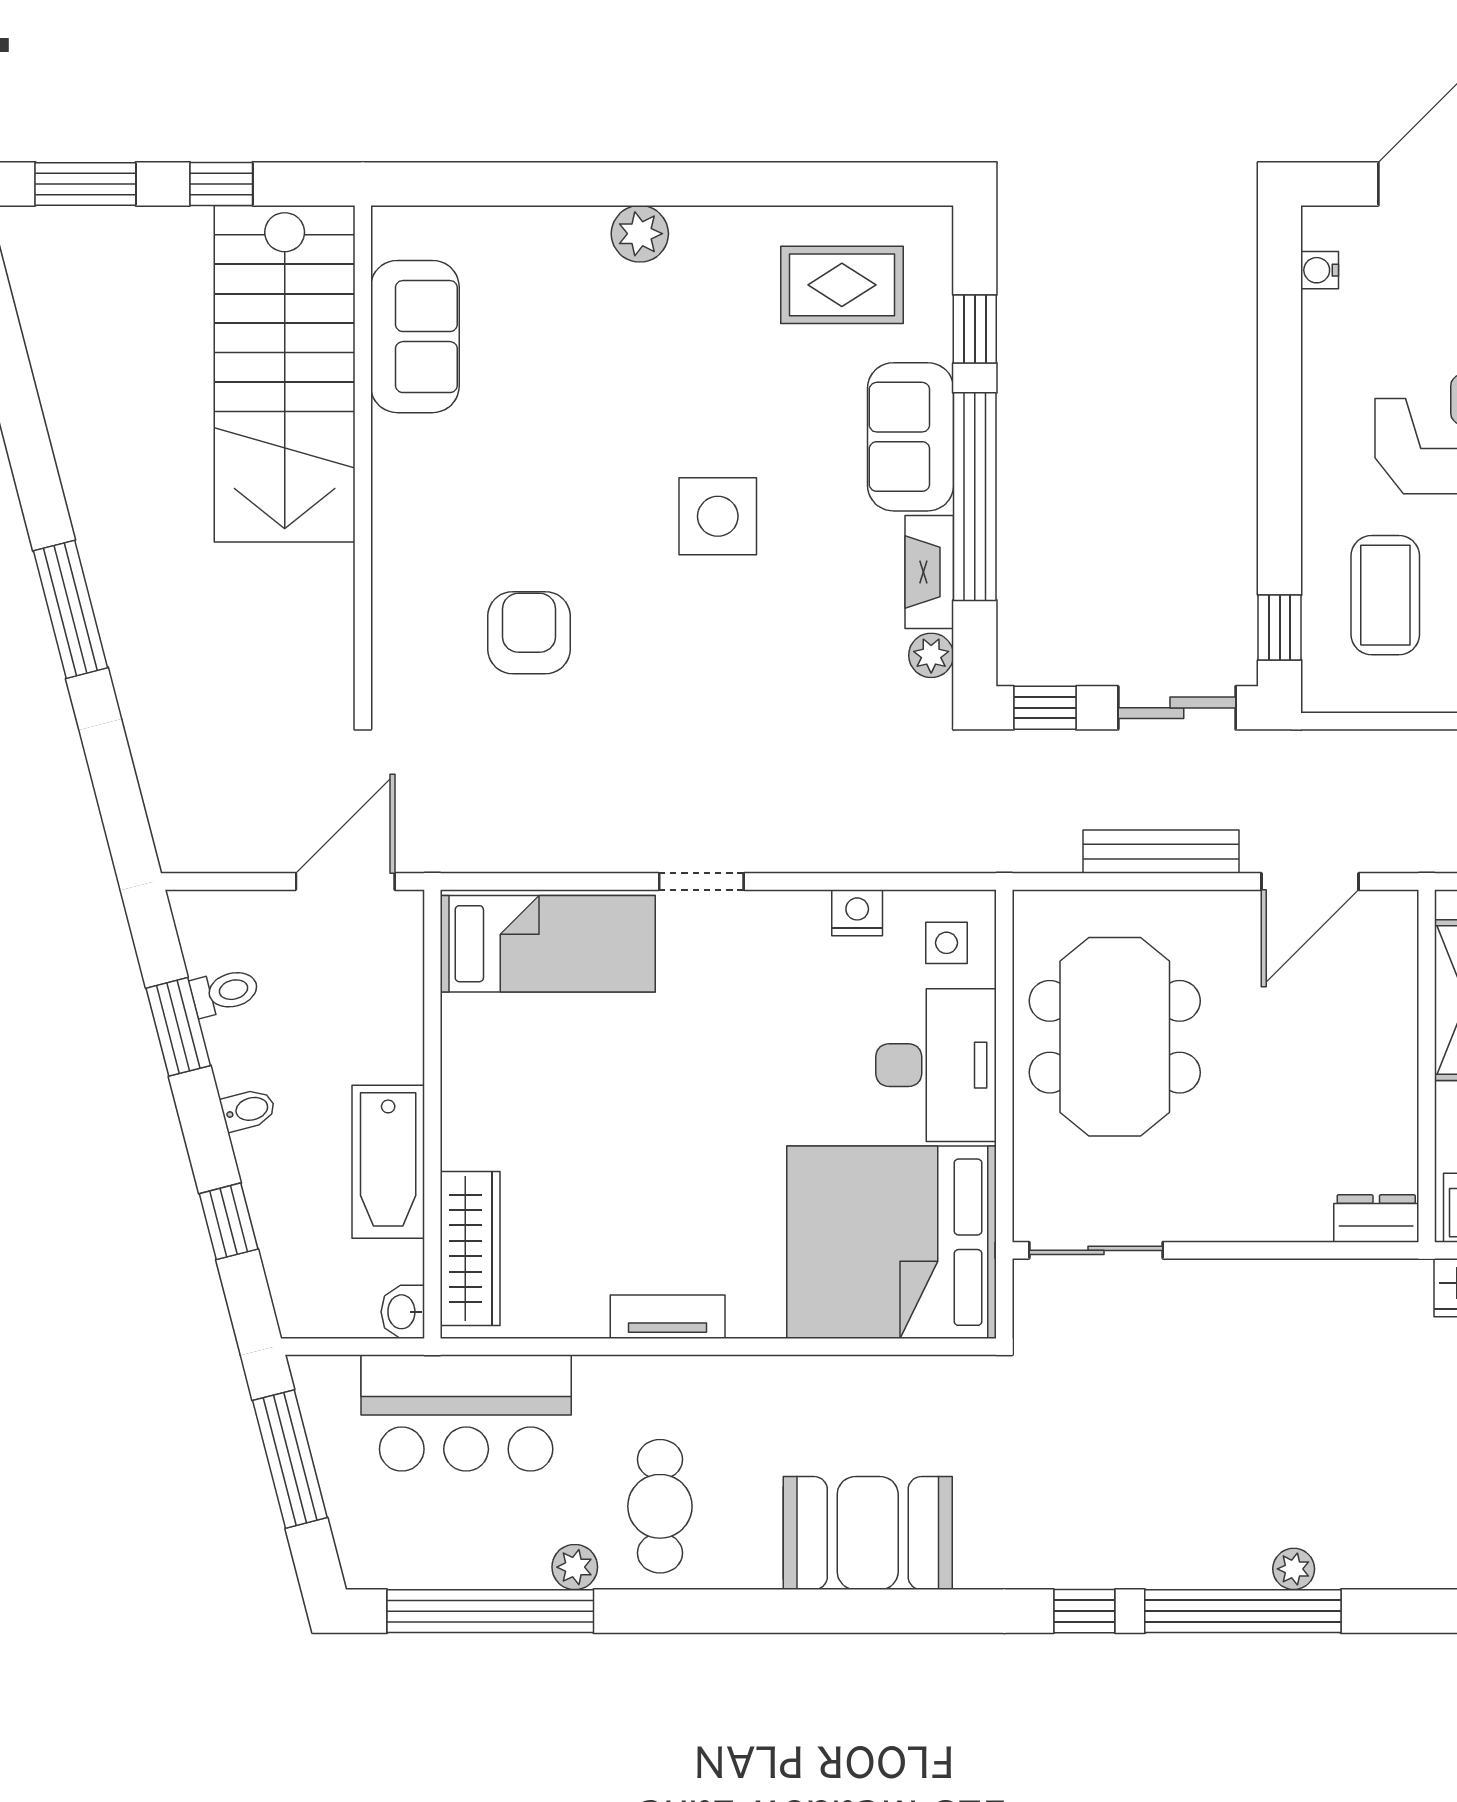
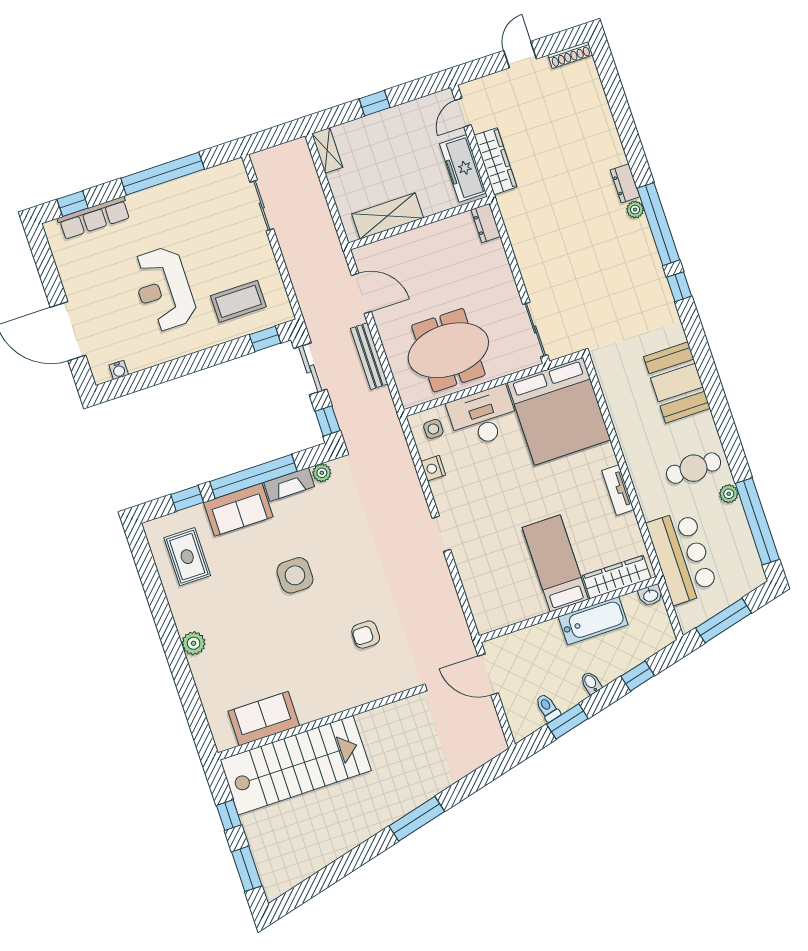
armchair: (529, 633) -> (366, 635), width x0.72, depth x0.72
bed: (548, 944) -> (555, 563), moved
dresser: (1361, 1566) -> (625, 183), added

